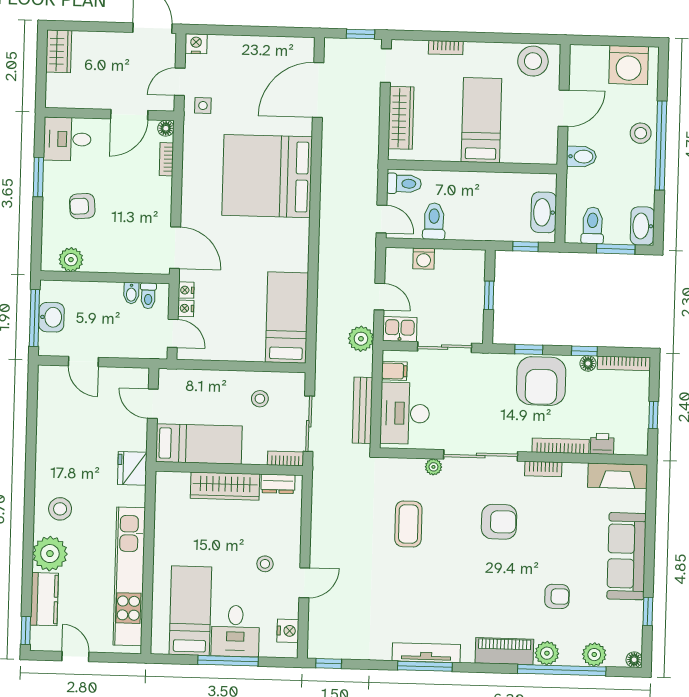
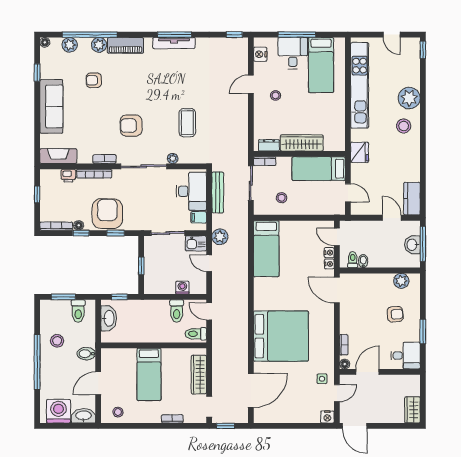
stool: (533, 61) -> (118, 412), width x0.53, depth x0.53
stool: (641, 133) -> (57, 341), moved
washbasin: (642, 226) -> (83, 416), moved, turned -90
kitchen counter: (44, 599) -> (412, 199), moved

